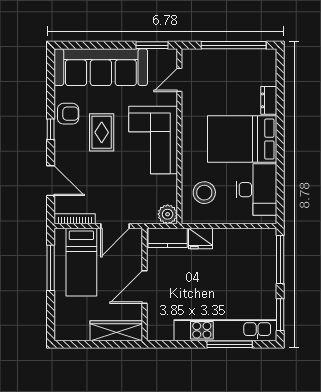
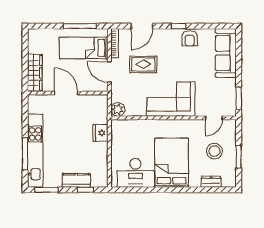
window: (234, 45) -> (239, 157), width x0.47
sofa: (101, 67) -> (226, 53), width x0.74, depth x0.79
door: (179, 80) -> (214, 118), swing flipped
dresser: (269, 100) -> (211, 182), moved
rug: (102, 132) -> (143, 64), moved
stool: (204, 193) -> (214, 151), moved
kitchen counter: (168, 238) -> (76, 180), moved, turned 90
window: (280, 259) -> (86, 190), width x0.46

